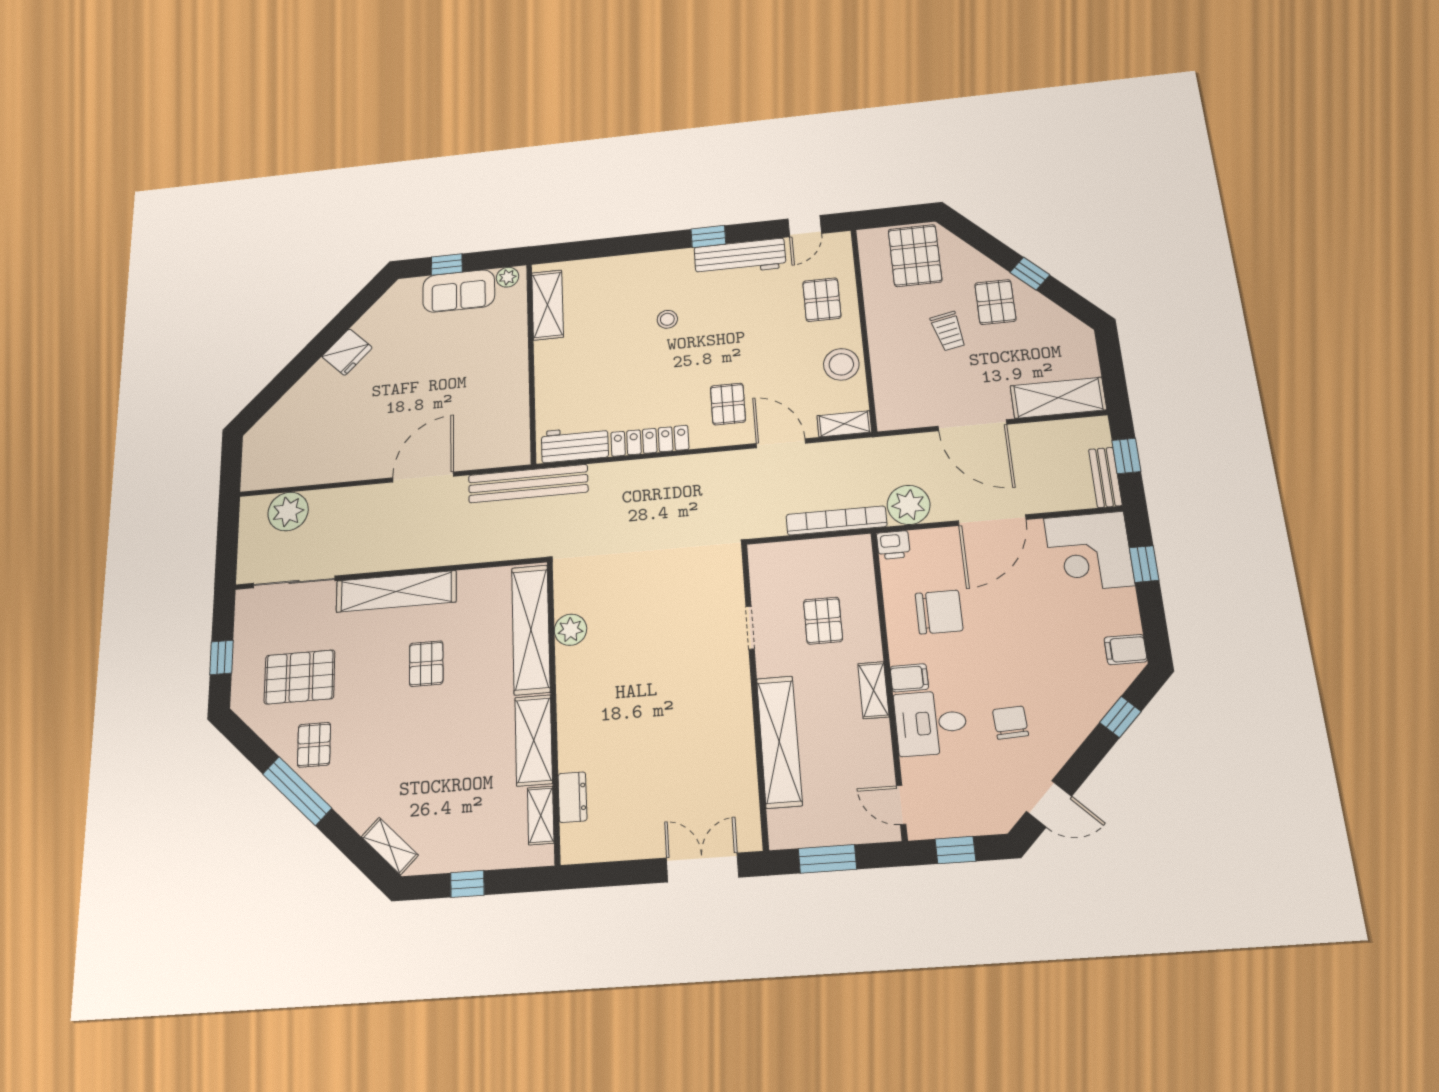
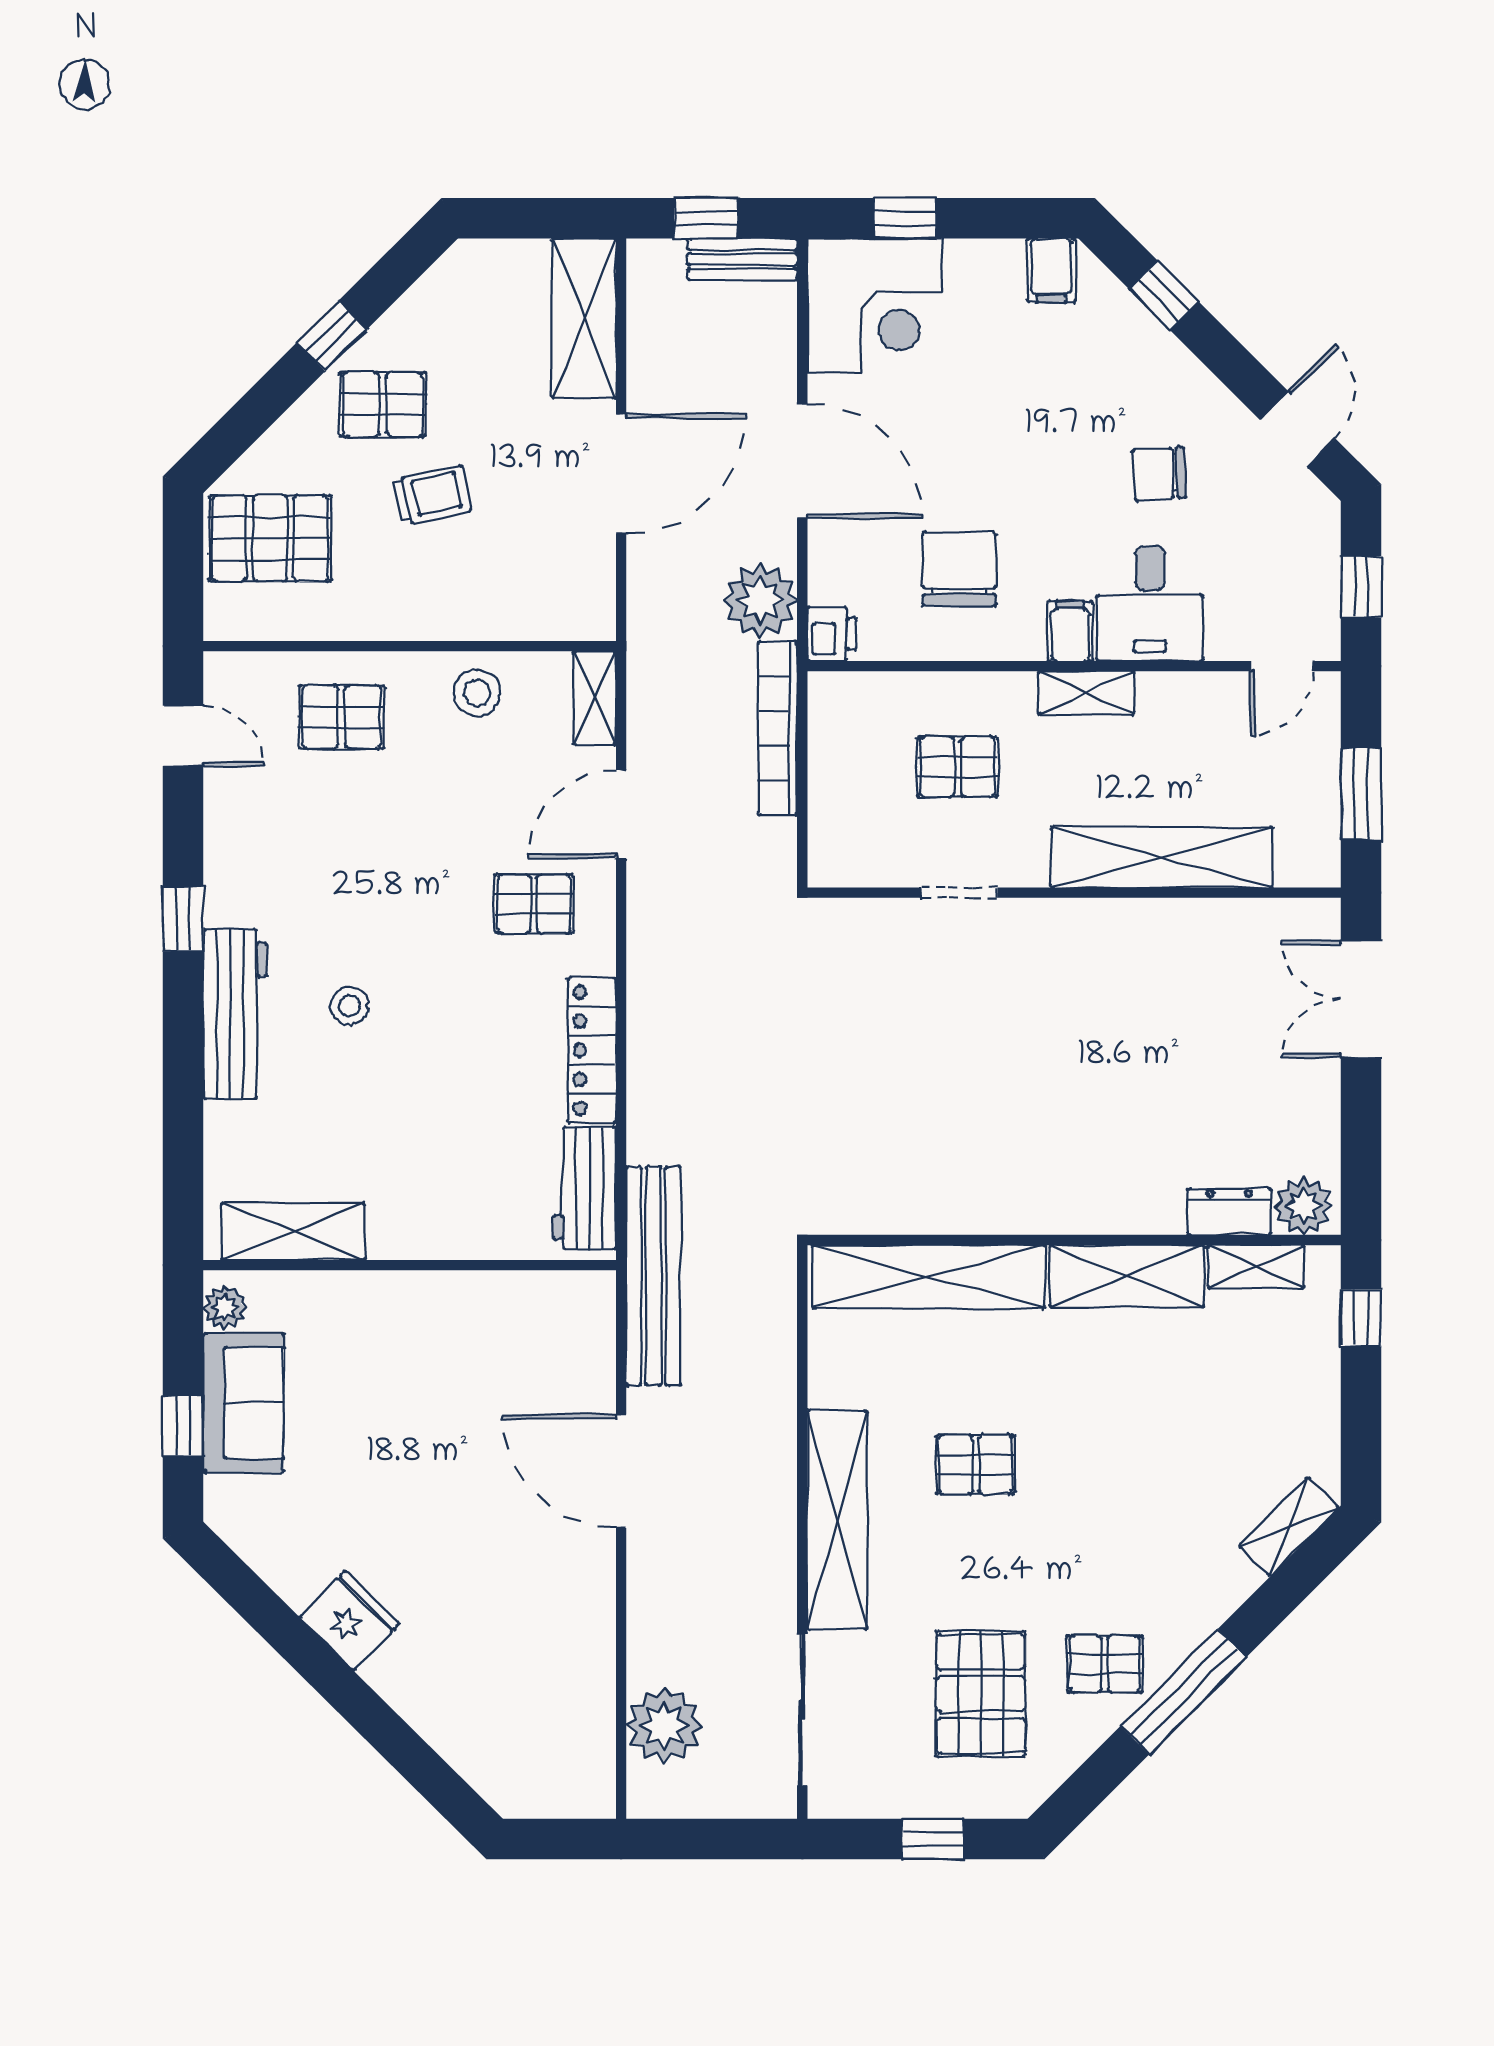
workbench: (740, 257) -> (235, 1014), moved
stool: (841, 364) -> (477, 693), width x0.73, depth x0.73
plant: (570, 630) -> (1303, 1206), moved
window: (467, 884) -> (1361, 1318), moved

